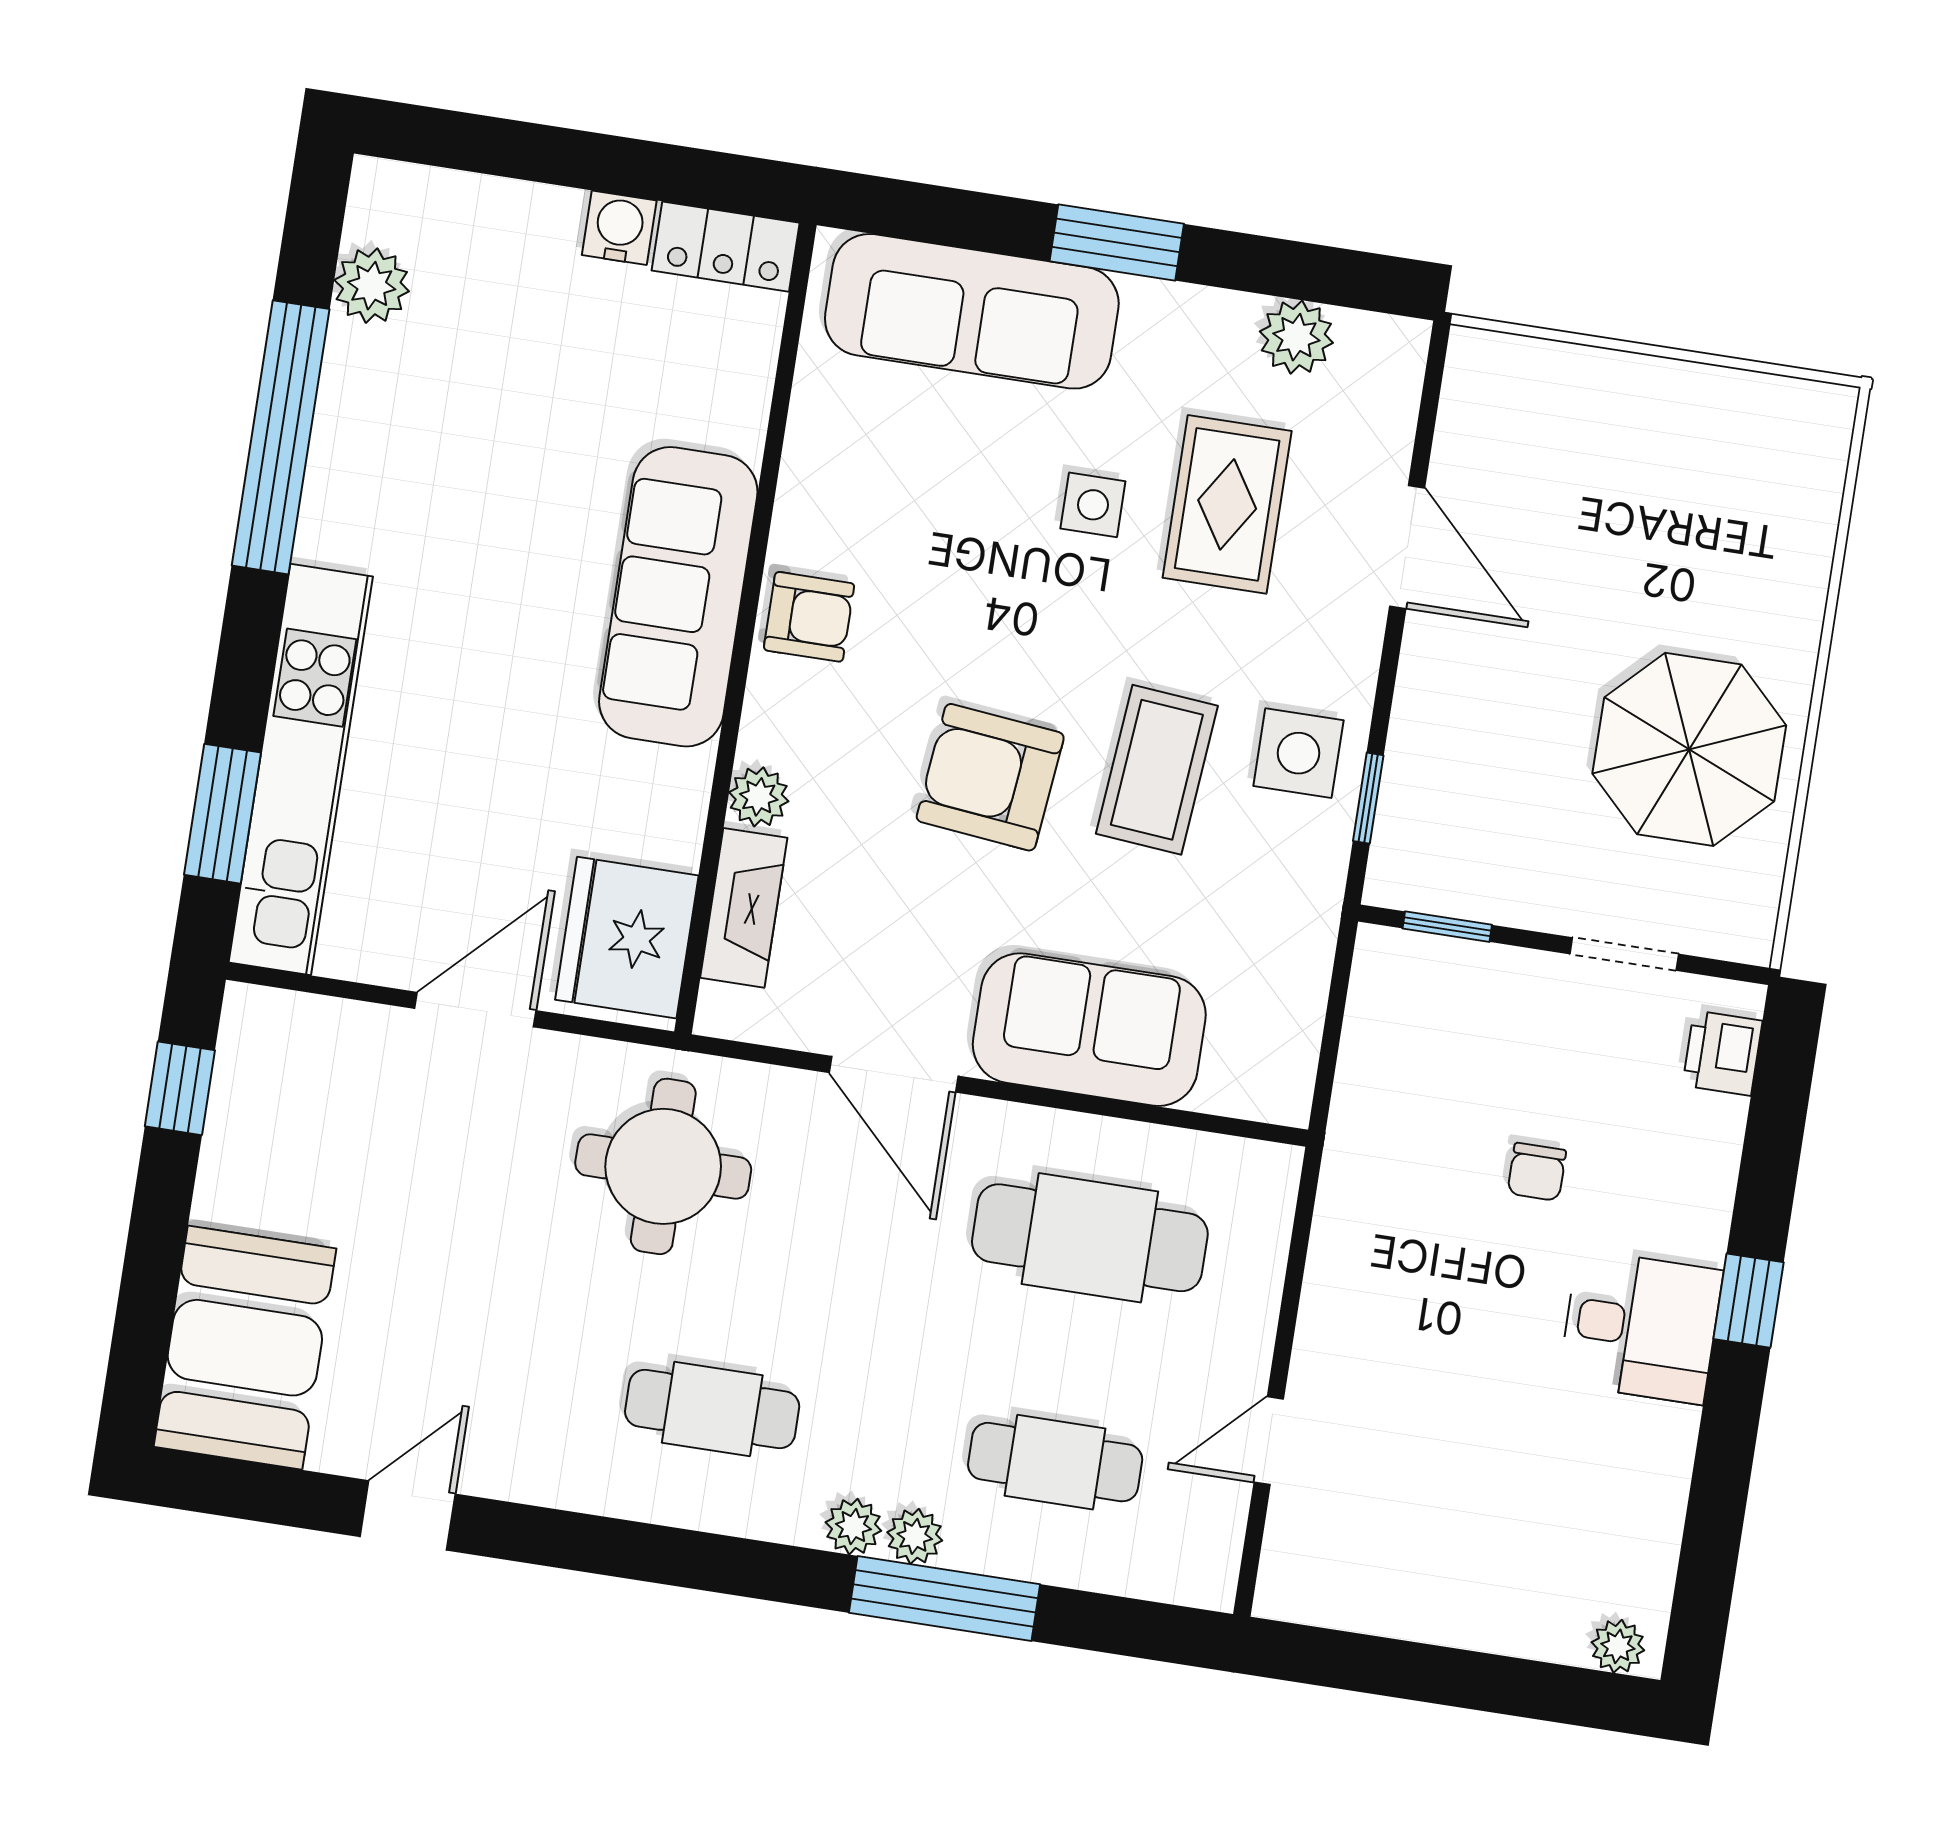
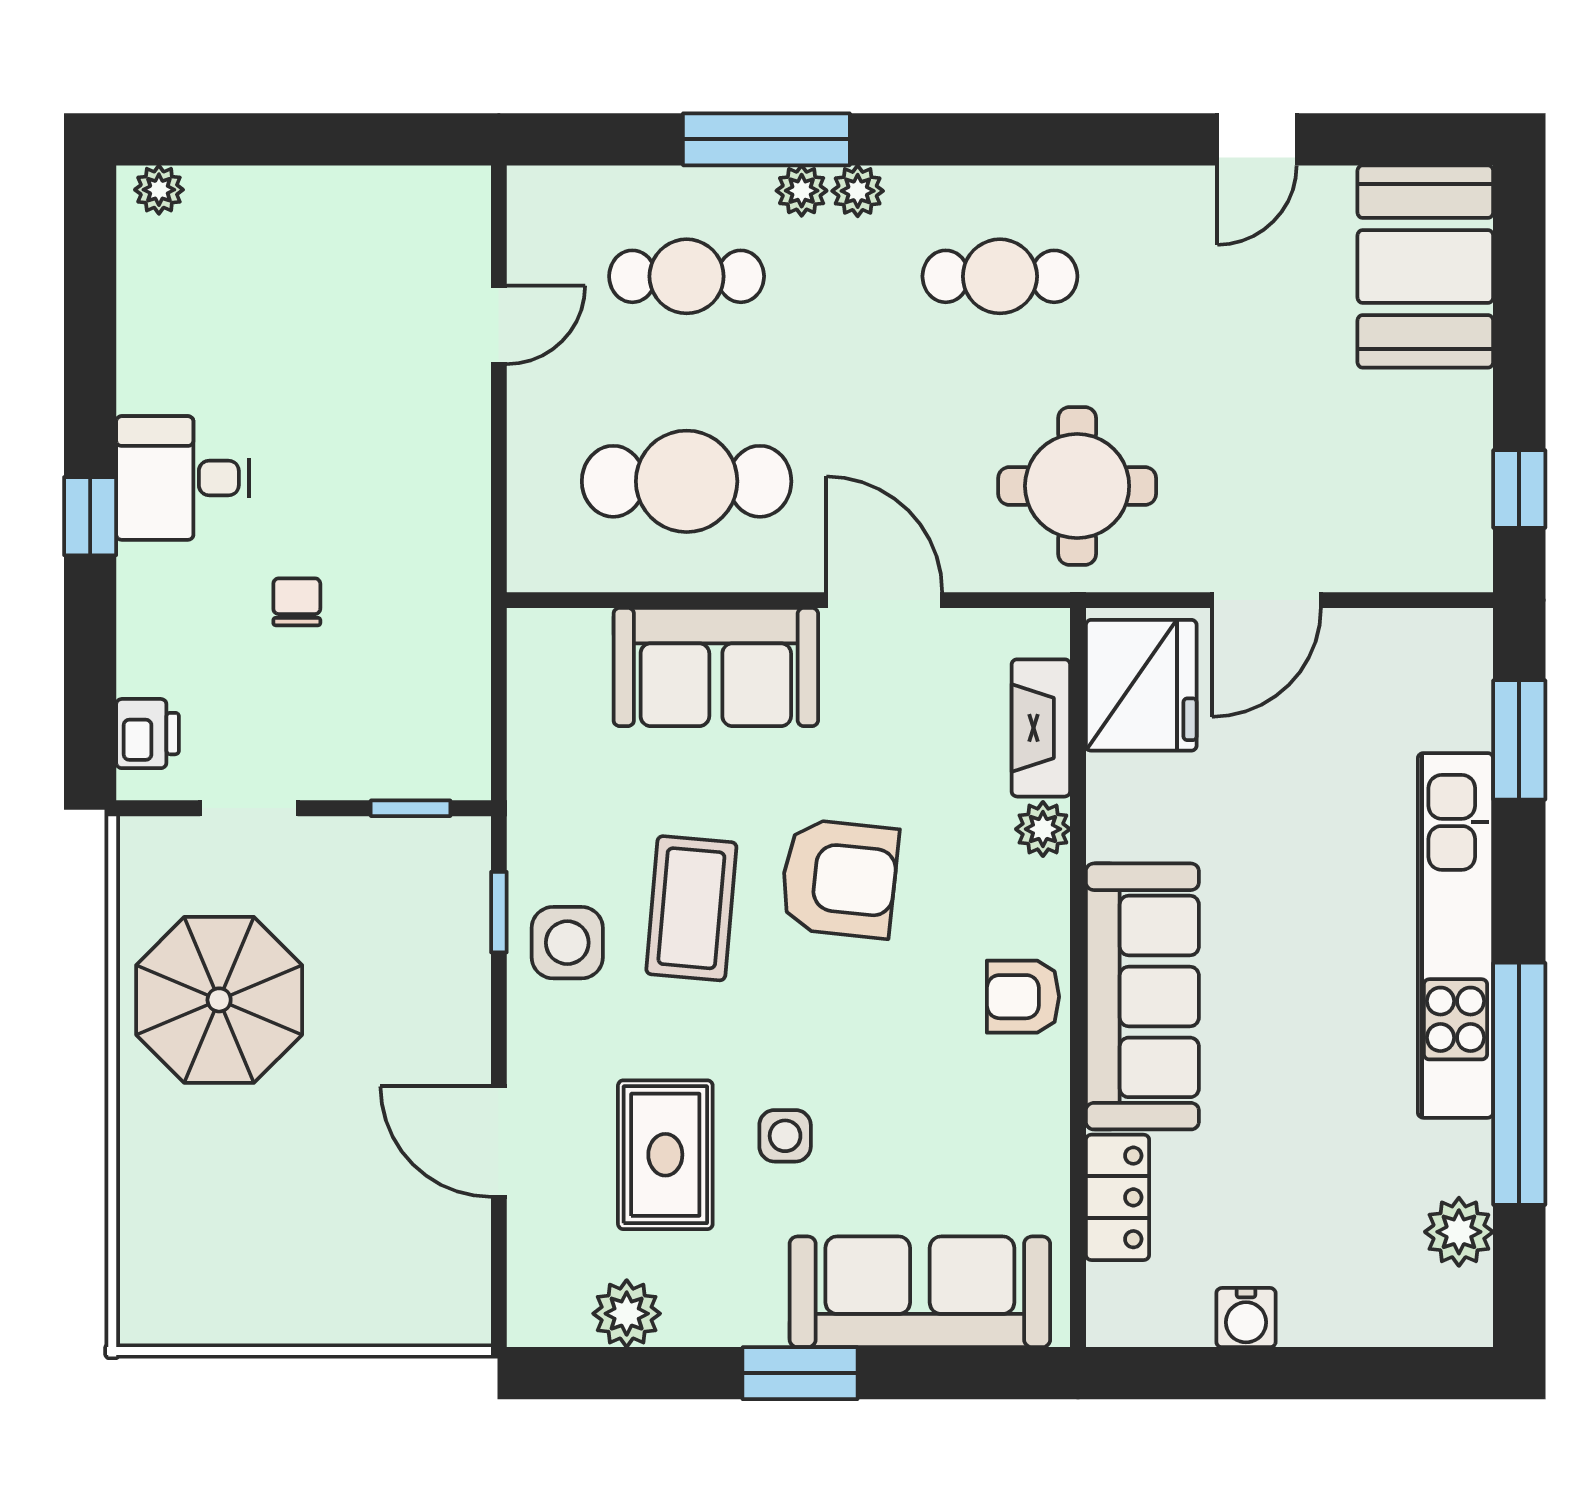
locker: (726, 247) -> (1117, 1197), moved, turned 90
kitchen unit: (301, 769) -> (1456, 935), moved

